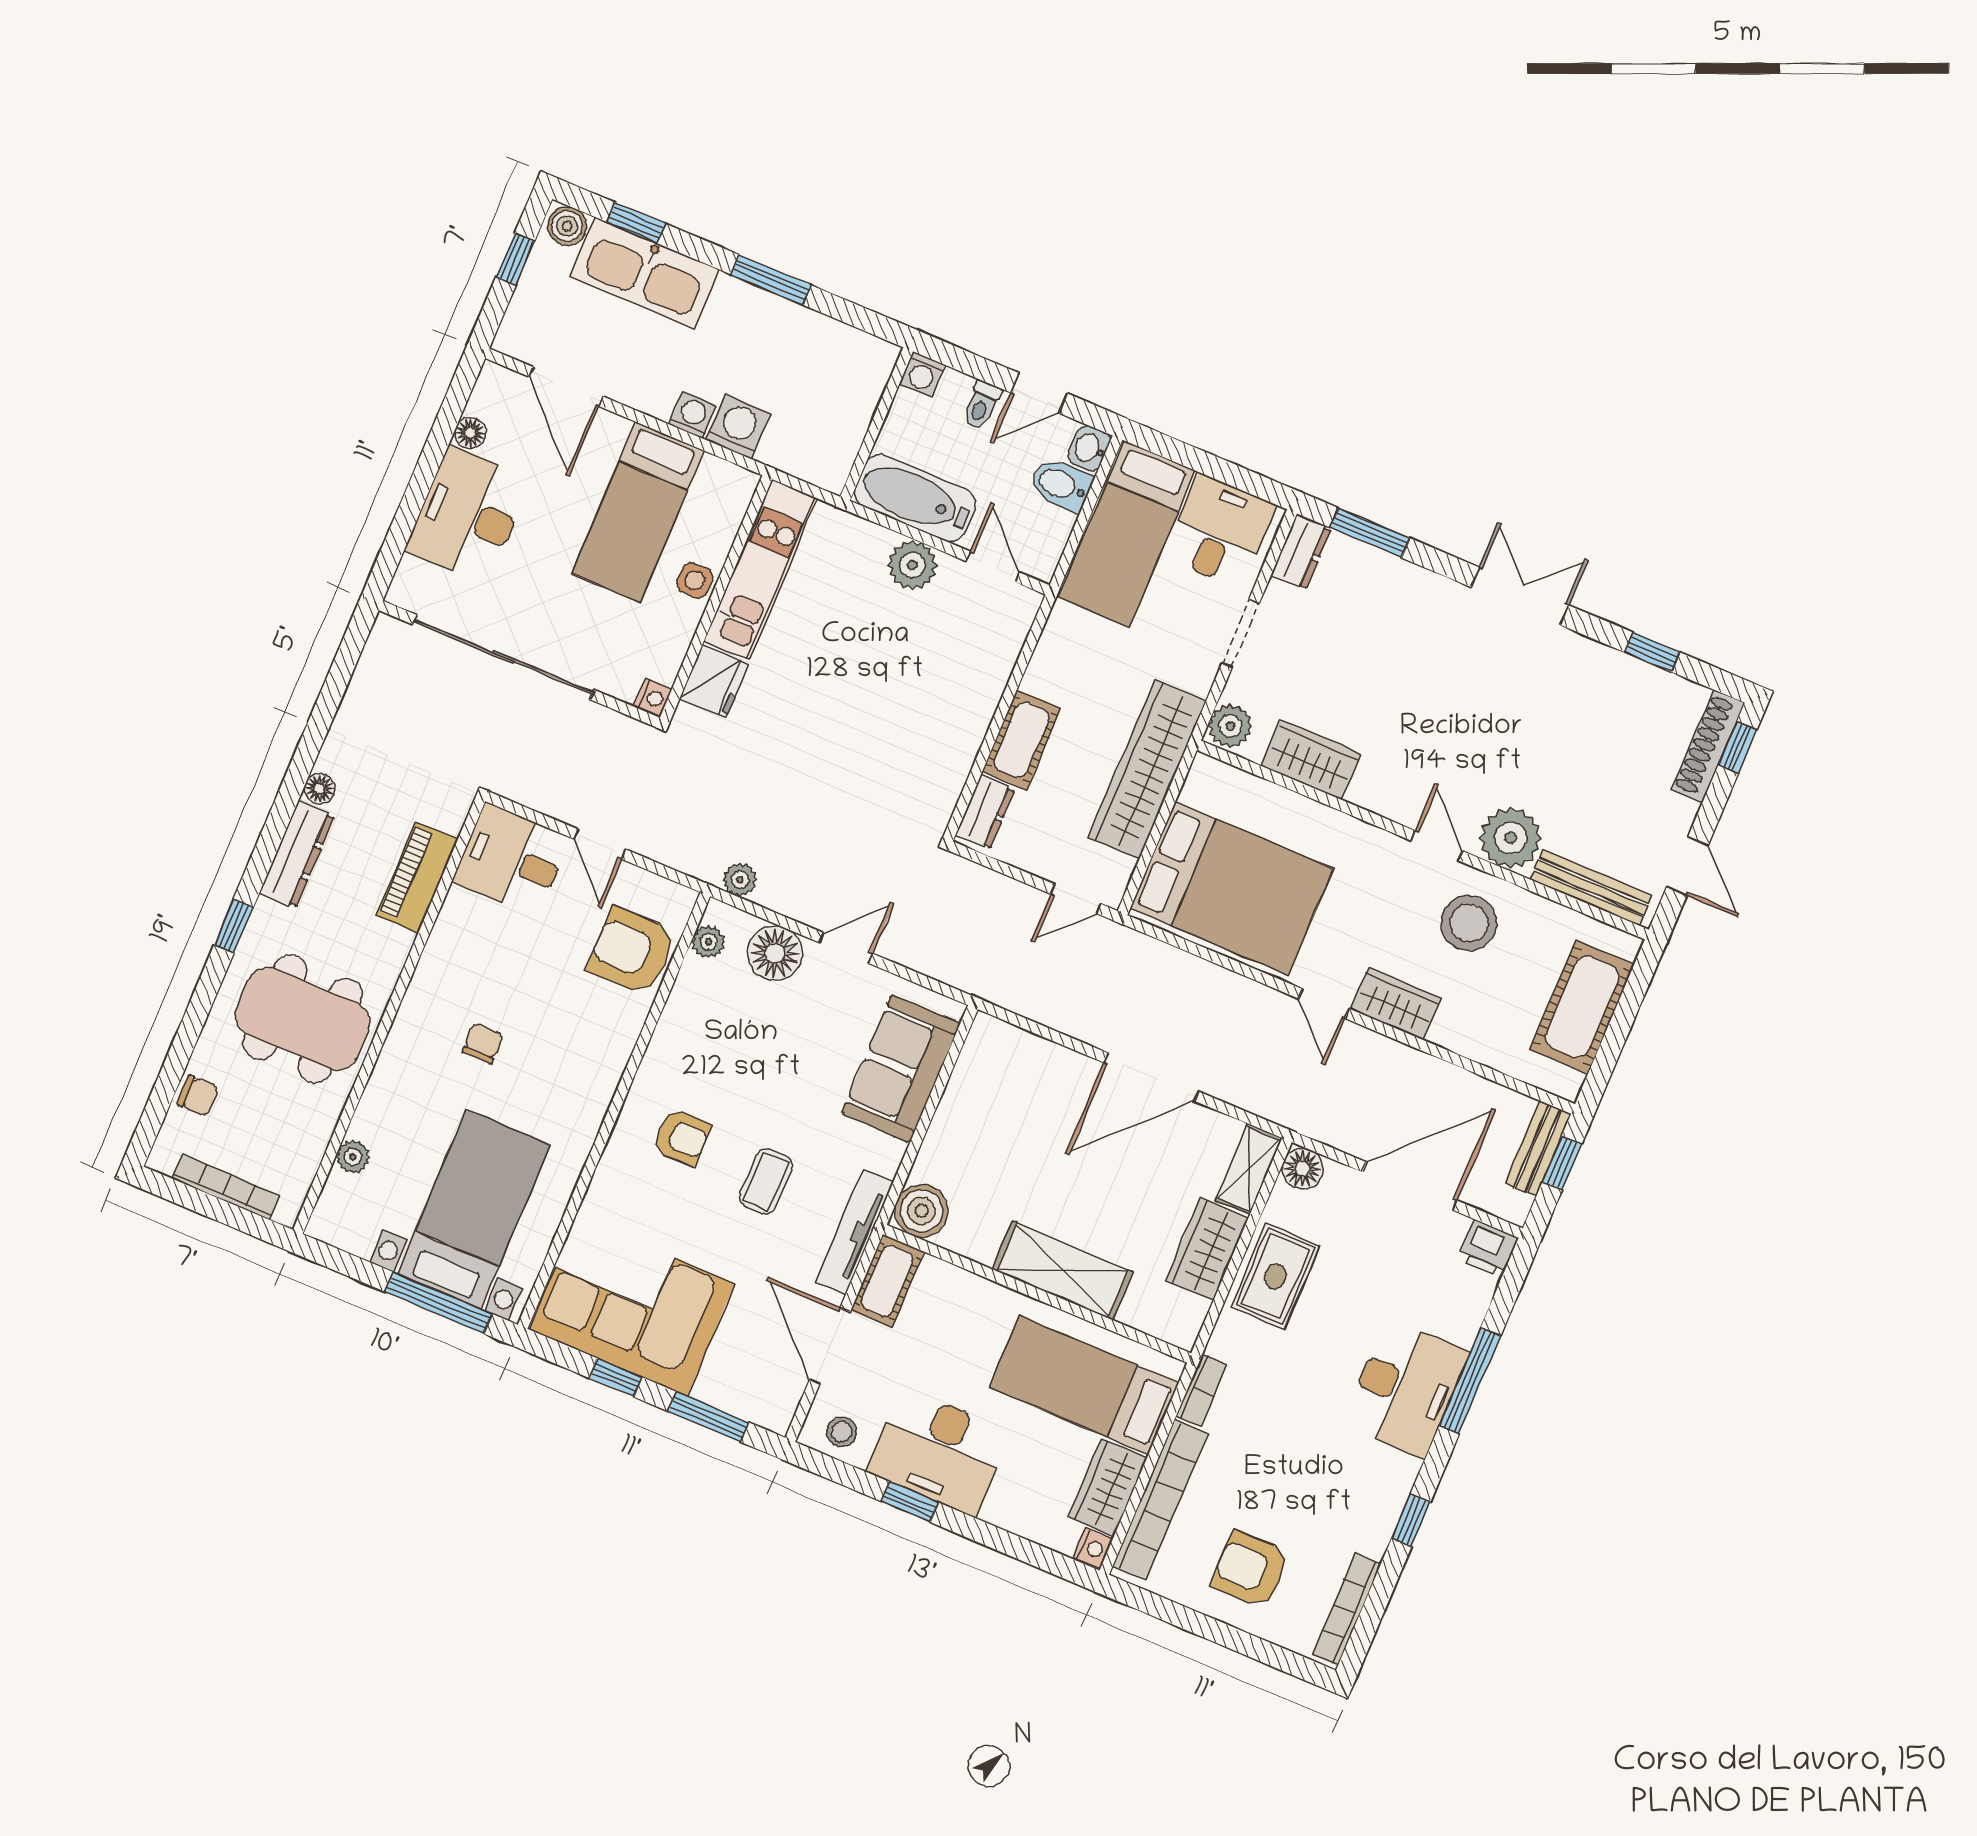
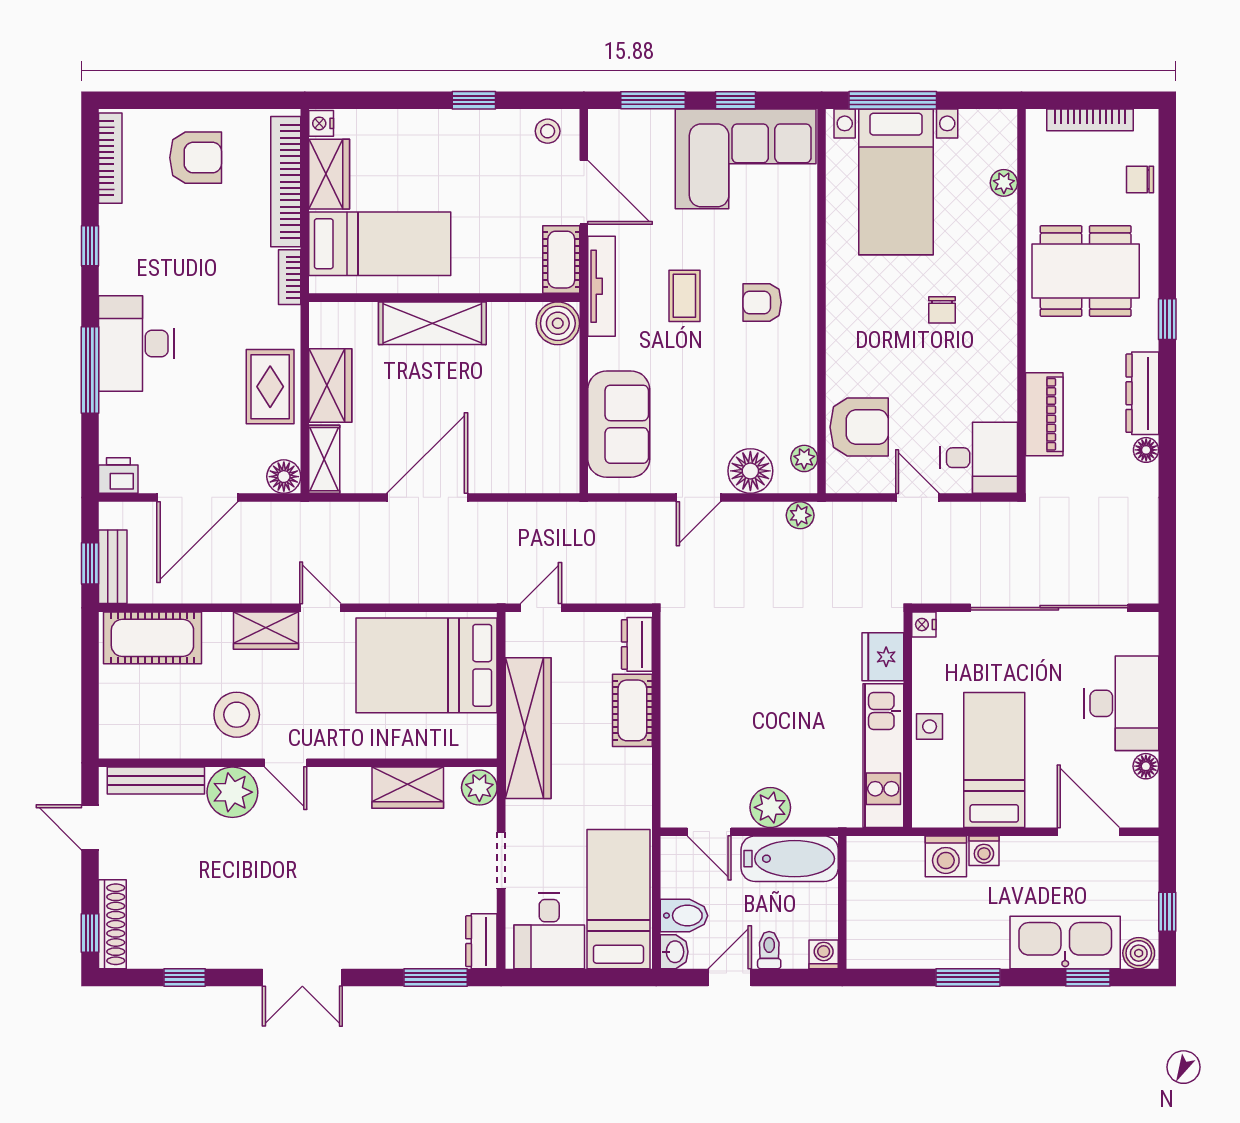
cot: (1582, 1007) -> (152, 638), moved, turned 90
desk: (939, 1452) -> (468, 147), removed

